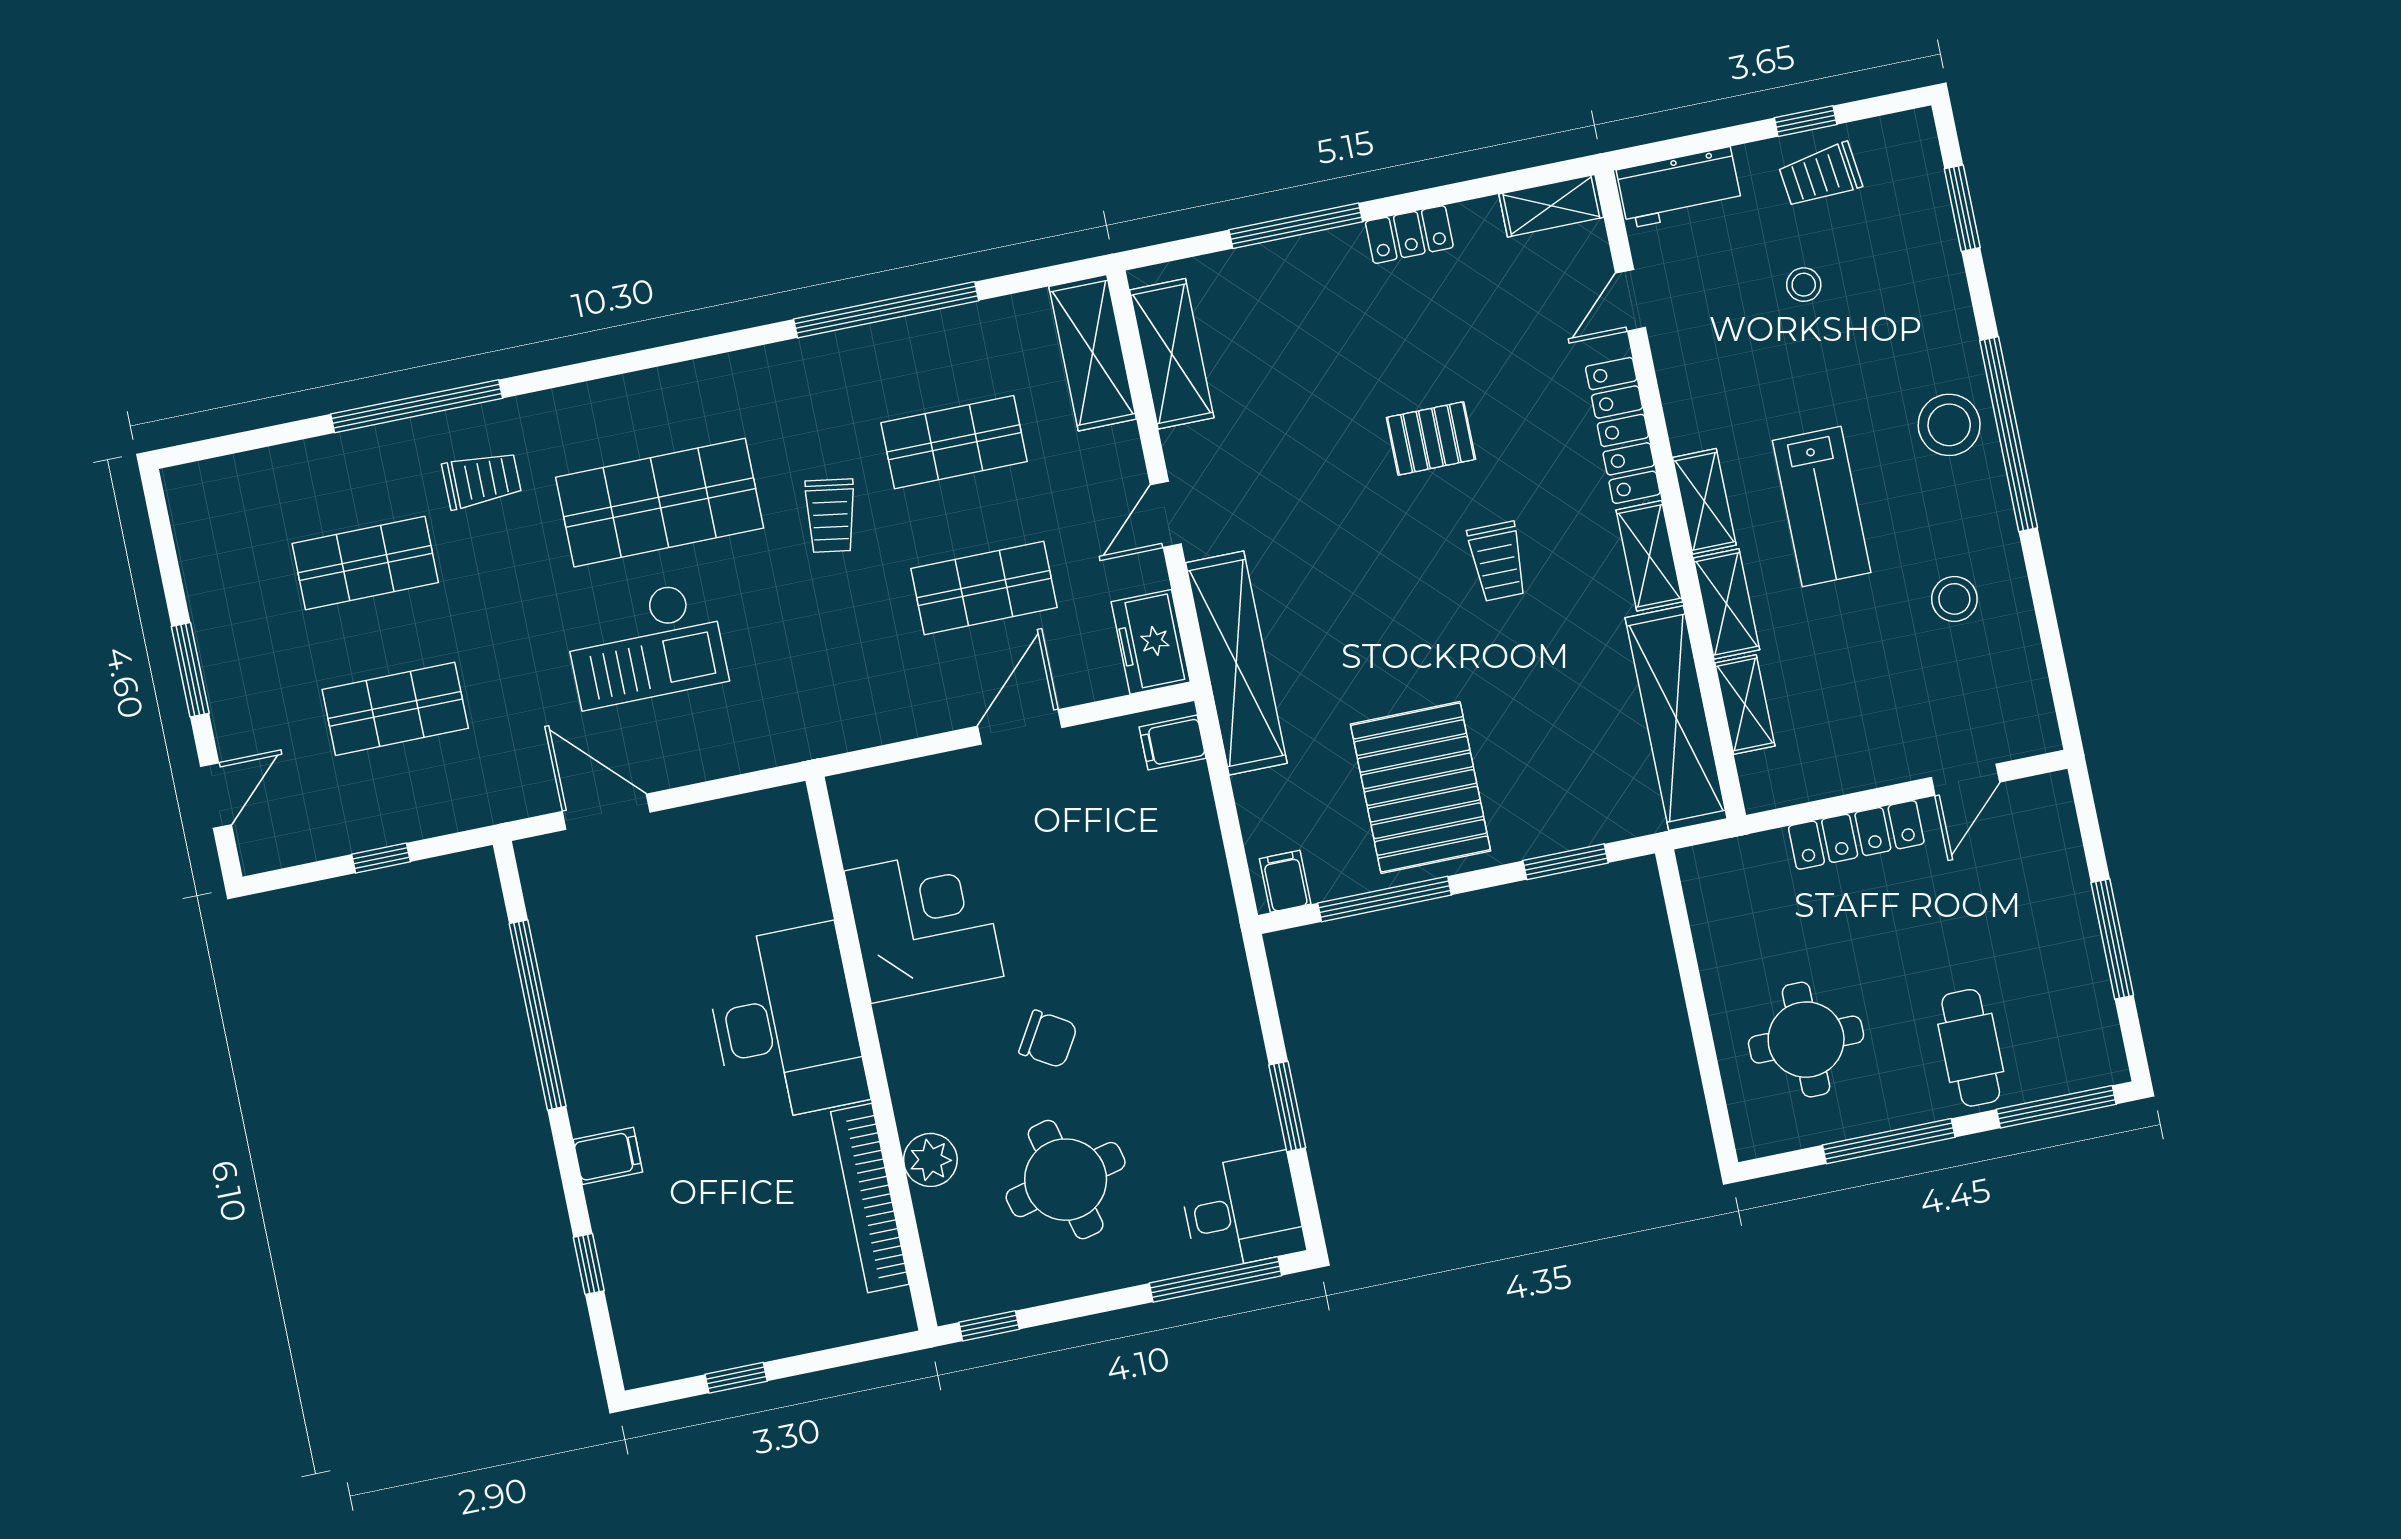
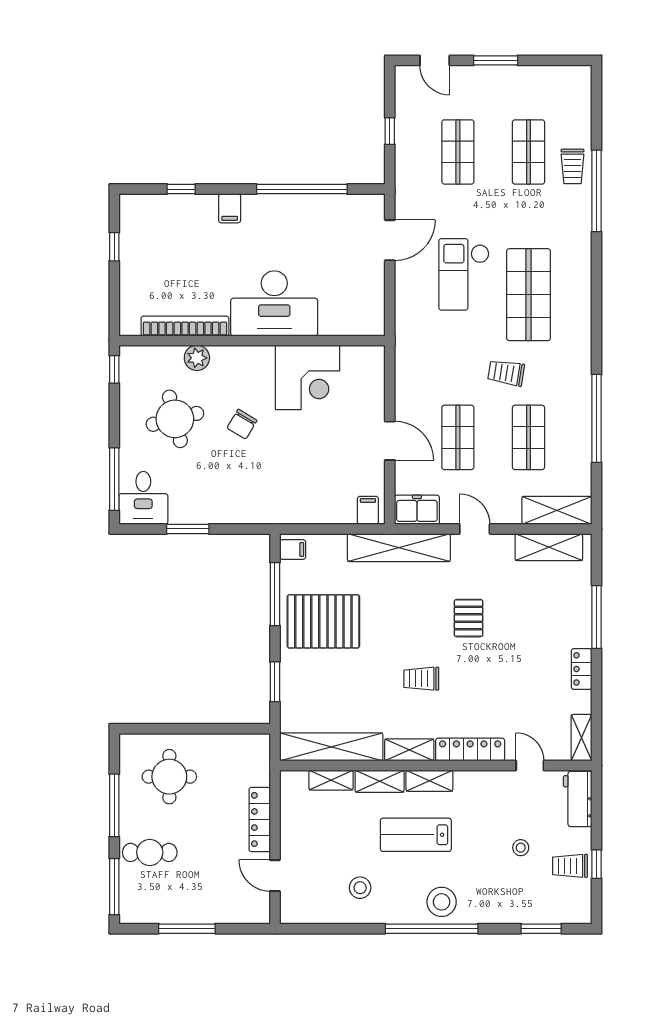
trolley: (1820, 175) -> (570, 866), turned -83
pallet: (1431, 438) -> (469, 618), moved
trolley: (482, 480) -> (572, 166), moved

